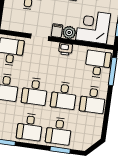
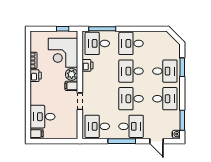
printer: (66, 49) -> (87, 65), moved
desk: (35, 91) -> (131, 99), turned 180
desk: (64, 96) -> (131, 71), turned 180
desk: (93, 100) -> (131, 43), turned 180

